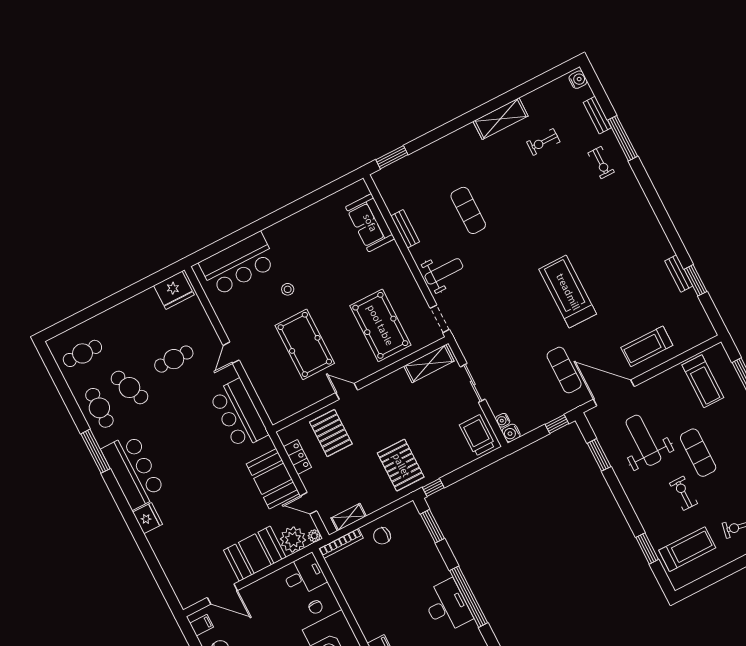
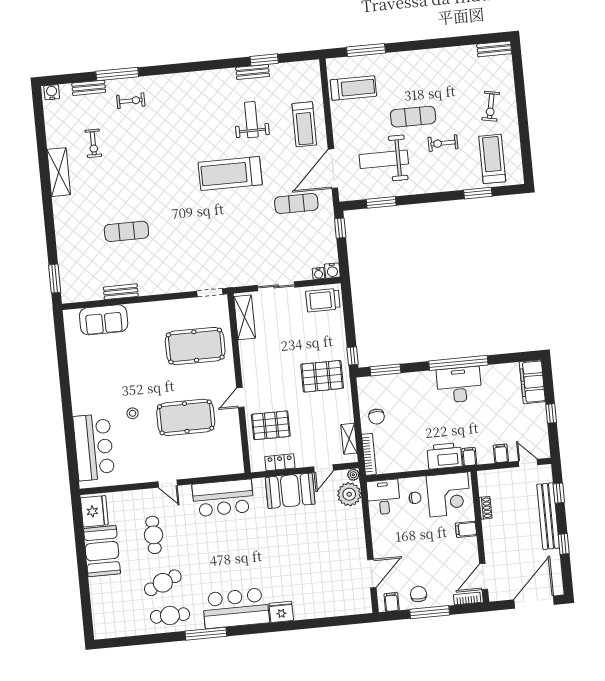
weight bench: (444, 271) -> (251, 120), moved
cafe table: (82, 353) -> (117, 611), removed
booth: (255, 554) -> (102, 551), moved
printer: (370, 620) -> (445, 456), added

